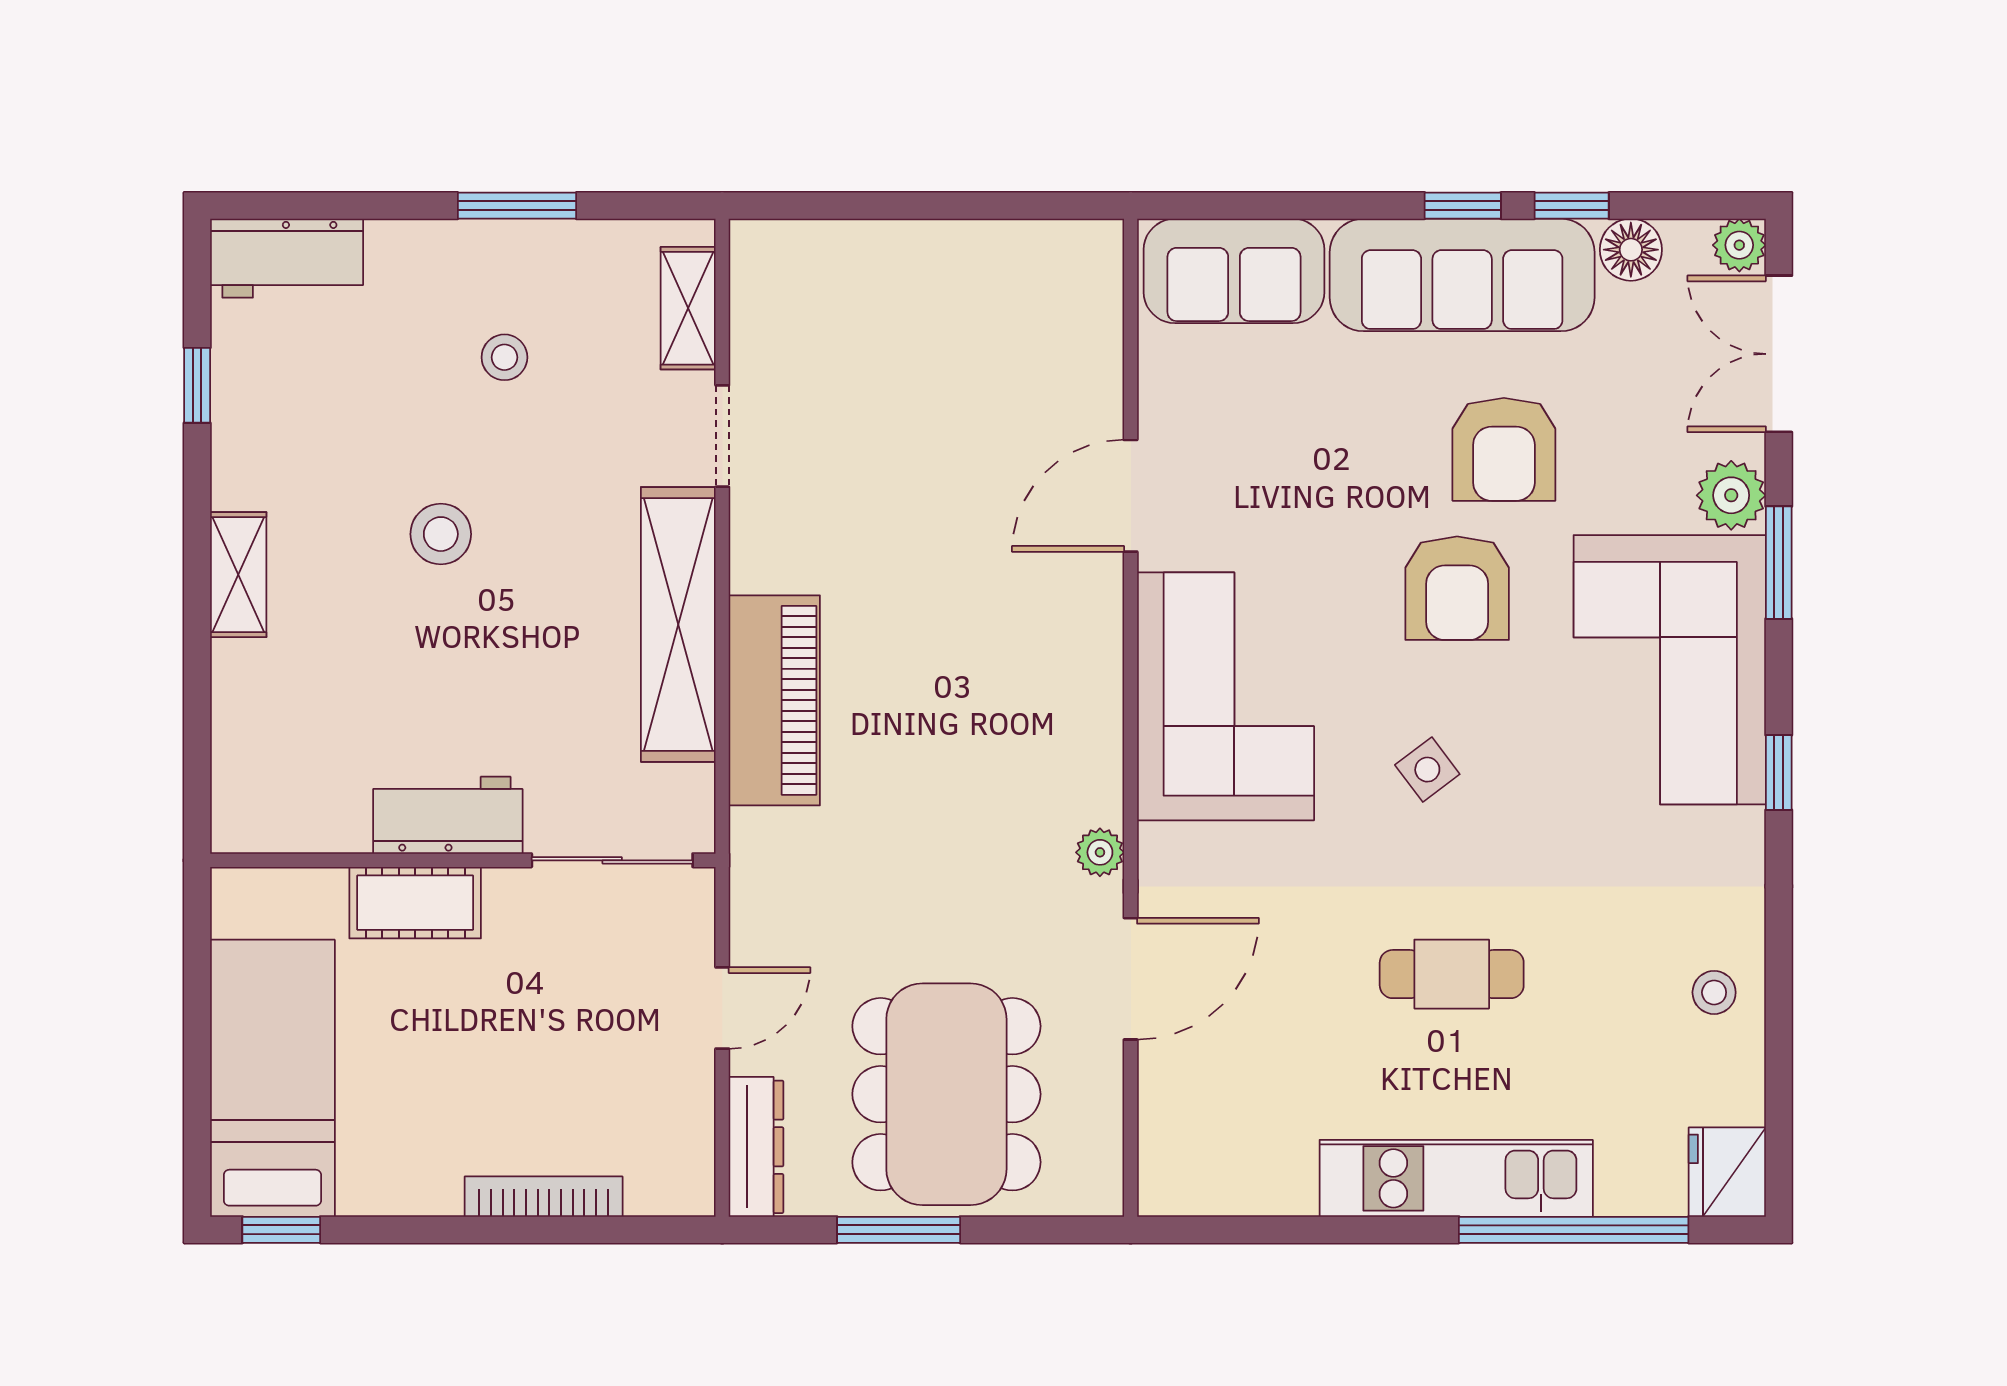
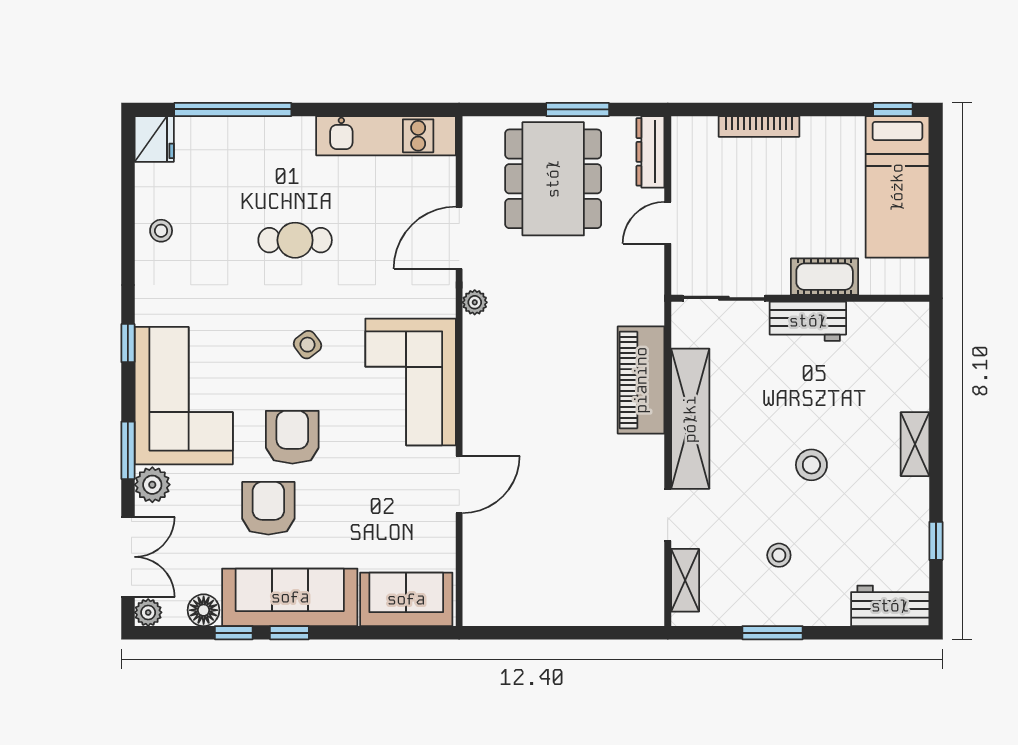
kitchen unit: (1456, 1178) -> (386, 136), moved

